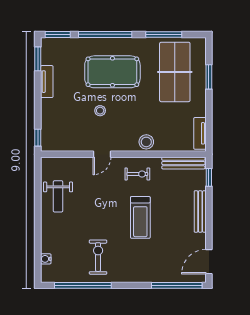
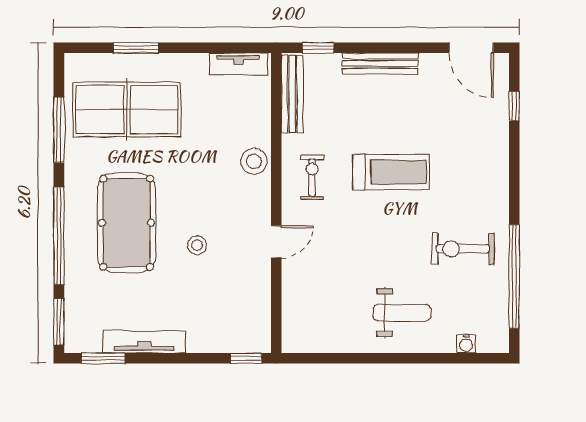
tv unit: (47, 82) -> (144, 342), width x1.41
door: (102, 154) -> (276, 242), hinge flipped
weight bench: (58, 196) -> (402, 313), moved
window: (177, 285) -> (514, 106), width x0.32

